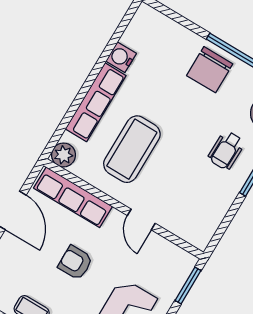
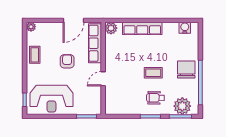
water cooler: (121, 57) -> (185, 28), moved
chair: (210, 70) -> (186, 70), turned 90
coffee table: (132, 149) -> (153, 73), moved, width x0.54, depth x0.58

